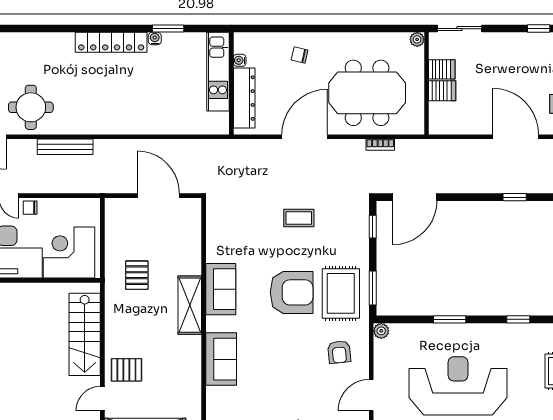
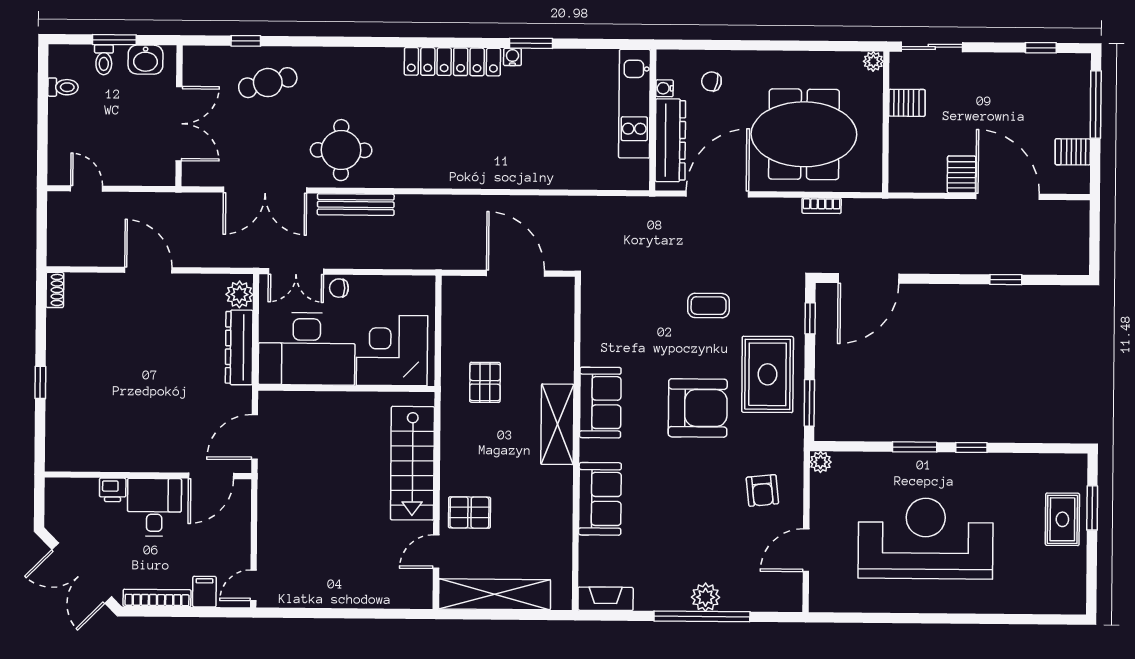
water cooler: (240, 60) -> (665, 88), moved
kitchen unit: (218, 72) -> (634, 104), moved
wall: (231, 83) -> (653, 120), moved
server rack: (442, 91) -> (962, 174), moved, turned -90
dresser: (244, 98) -> (670, 140), moved
bench: (65, 147) -> (356, 205), moved
rug: (341, 293) -> (768, 374), moved
window: (518, 319) -> (971, 447), moved

